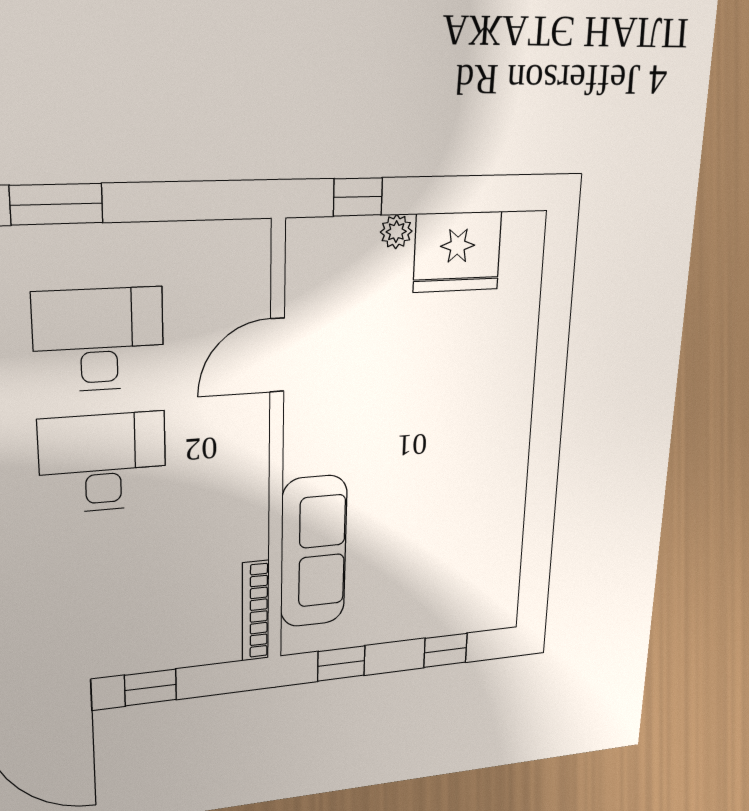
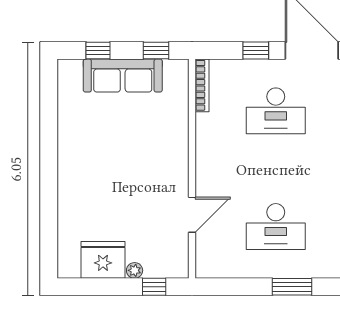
desk: (103, 463) -> (276, 111), moved
sofa: (314, 552) -> (123, 76), moved, turned -90

